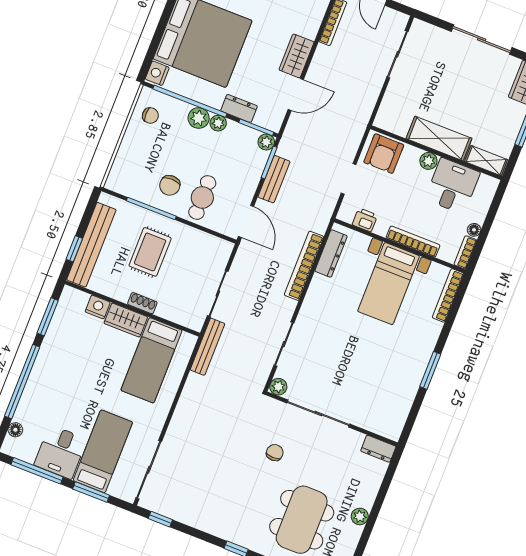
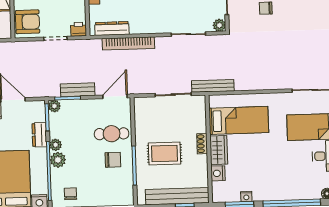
printer: (365, 220) -> (79, 29), moved, turned 90
nightstand: (54, 329) -> (246, 197), added

